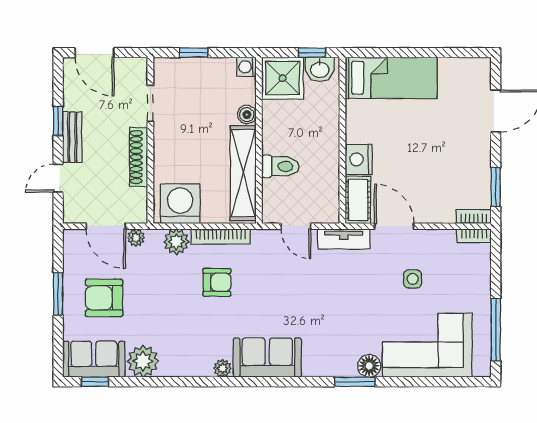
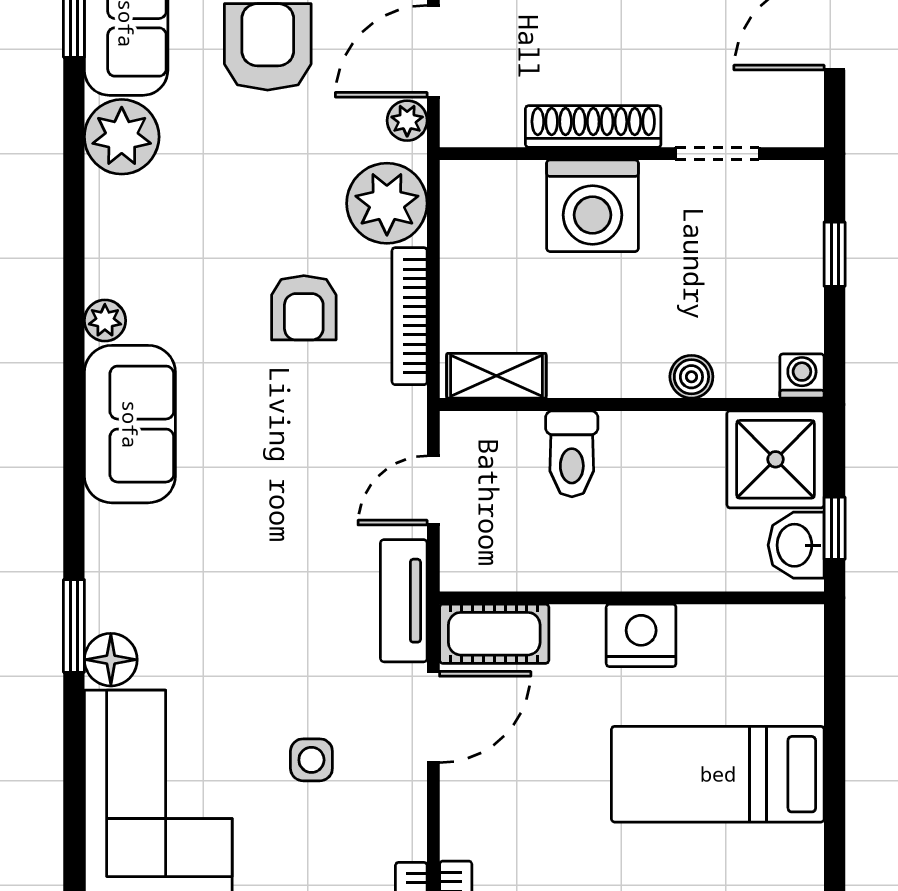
bed: (391, 78) -> (718, 774), moved, turned 90
nightstand: (359, 159) -> (641, 635), moved
shelving: (243, 173) -> (496, 376), width x0.45, depth x0.75
washing machine: (180, 204) -> (593, 206), moved, turned 90
plant: (176, 242) -> (387, 203), width x1.36, depth x1.36

